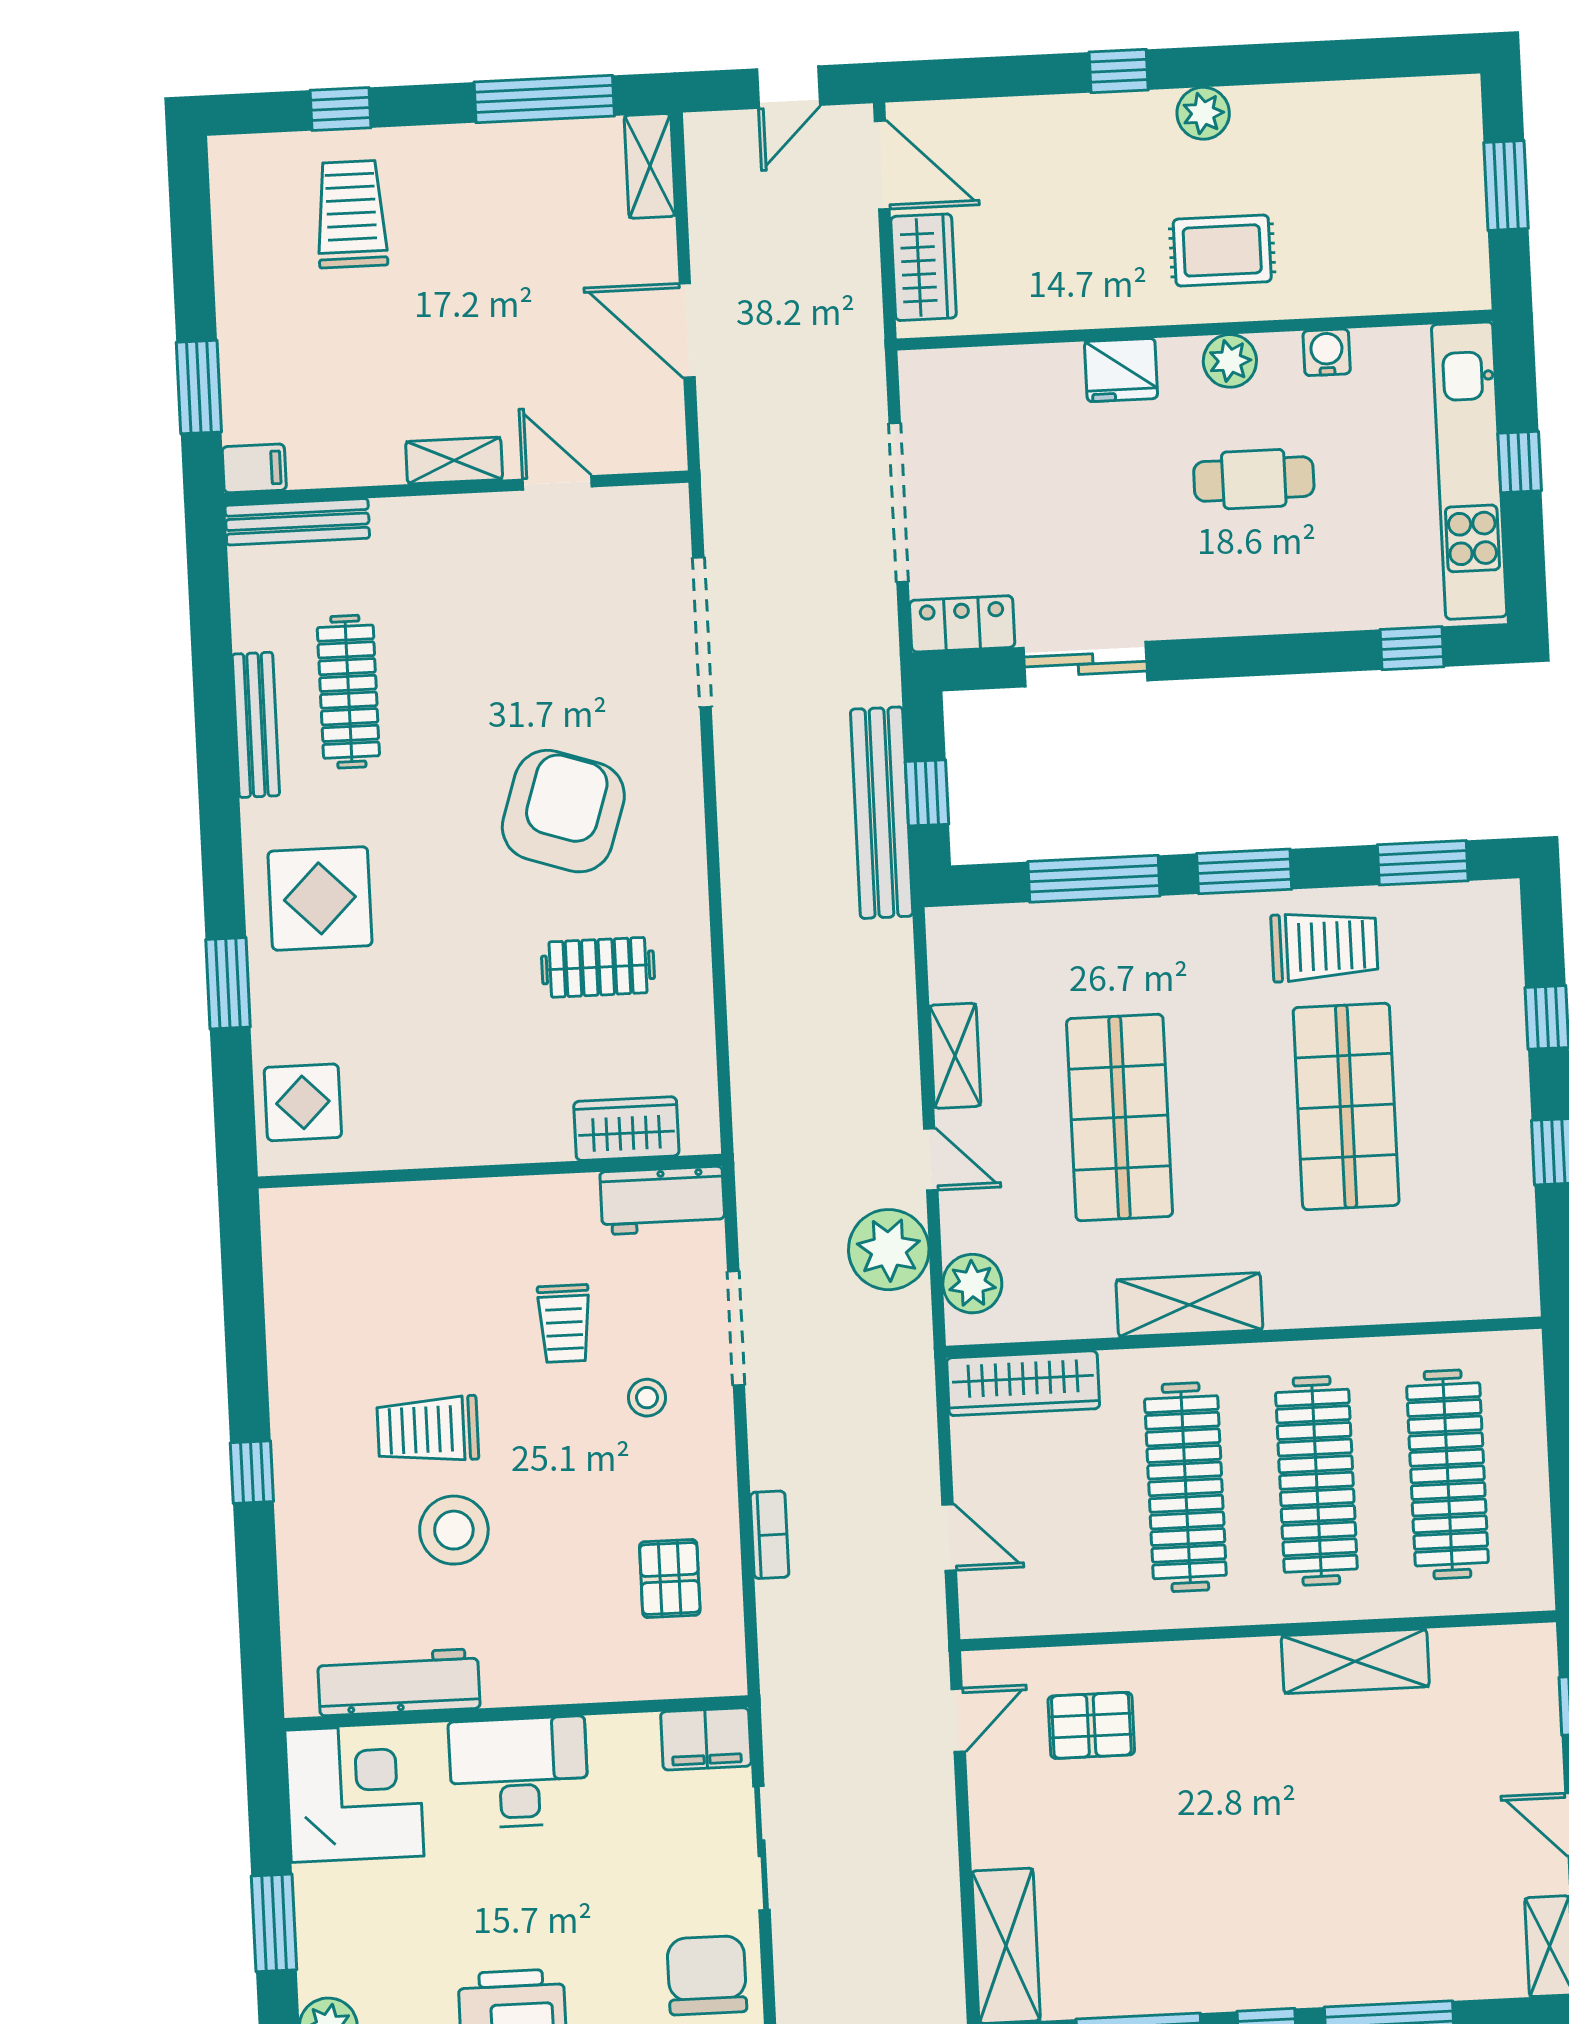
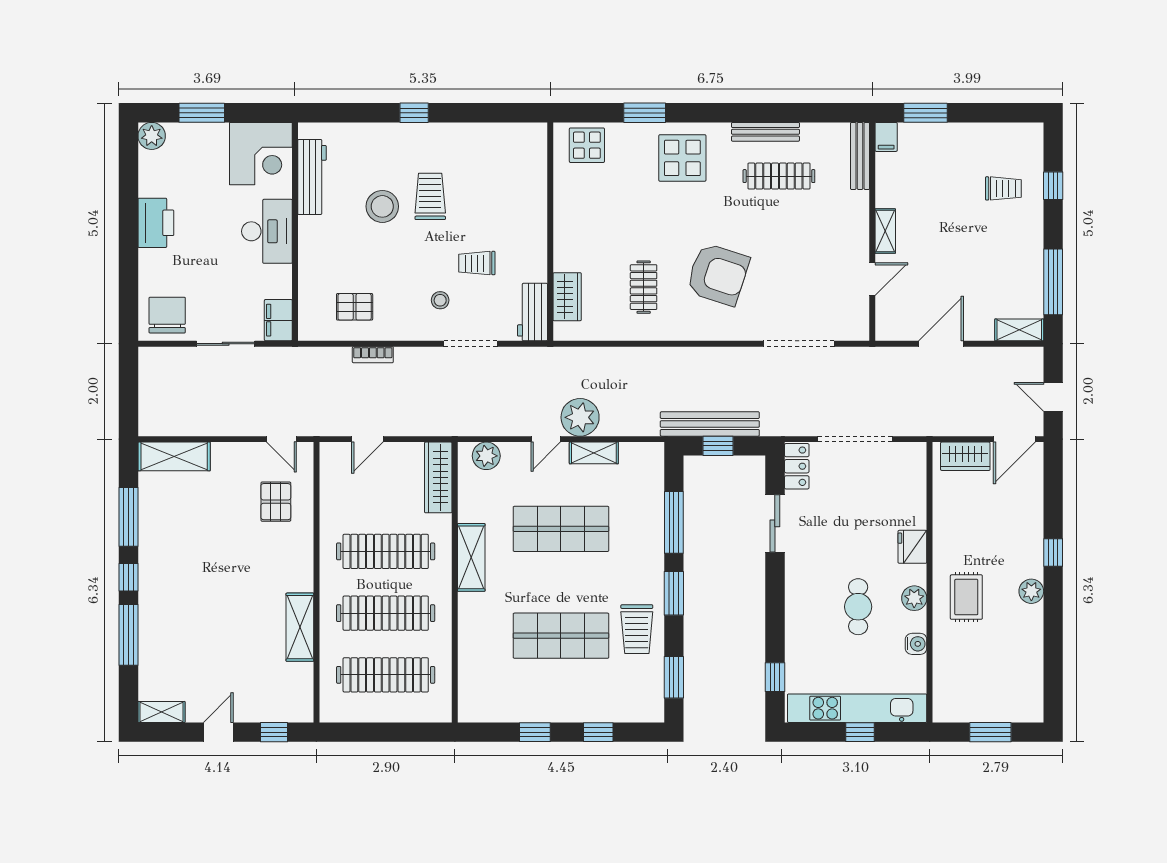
trolley: (351, 214) -> (1003, 188), width x0.73, depth x0.72
plant: (889, 1250) -> (580, 417), moved
chair: (707, 1975) -> (167, 315), turned -90

